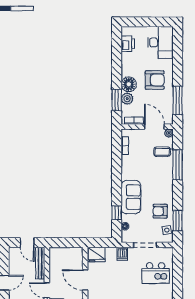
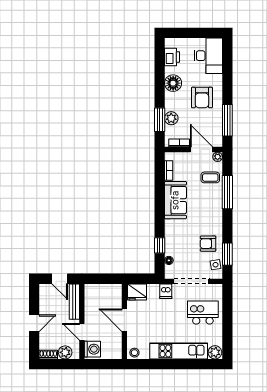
armchair: (155, 80) -> (202, 97), turned 90
floor lamp: (129, 84) -> (173, 83), moved
sofa: (131, 197) -> (175, 200), moved
doorway: (145, 245) -> (191, 281), width x1.36
kitchen island: (156, 273) -> (203, 313), turned 180

